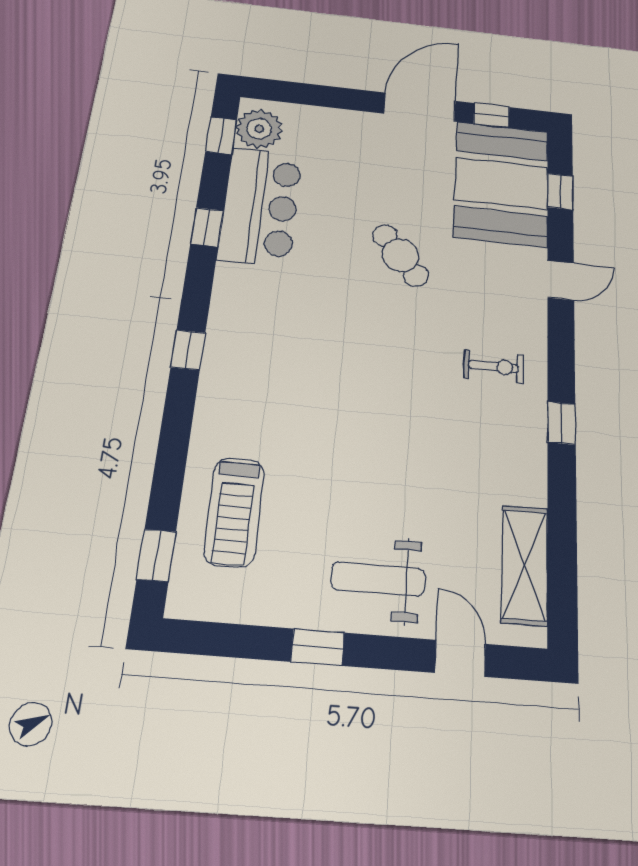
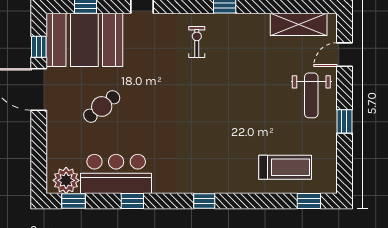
cafe table: (400, 255) -> (102, 107), moved

